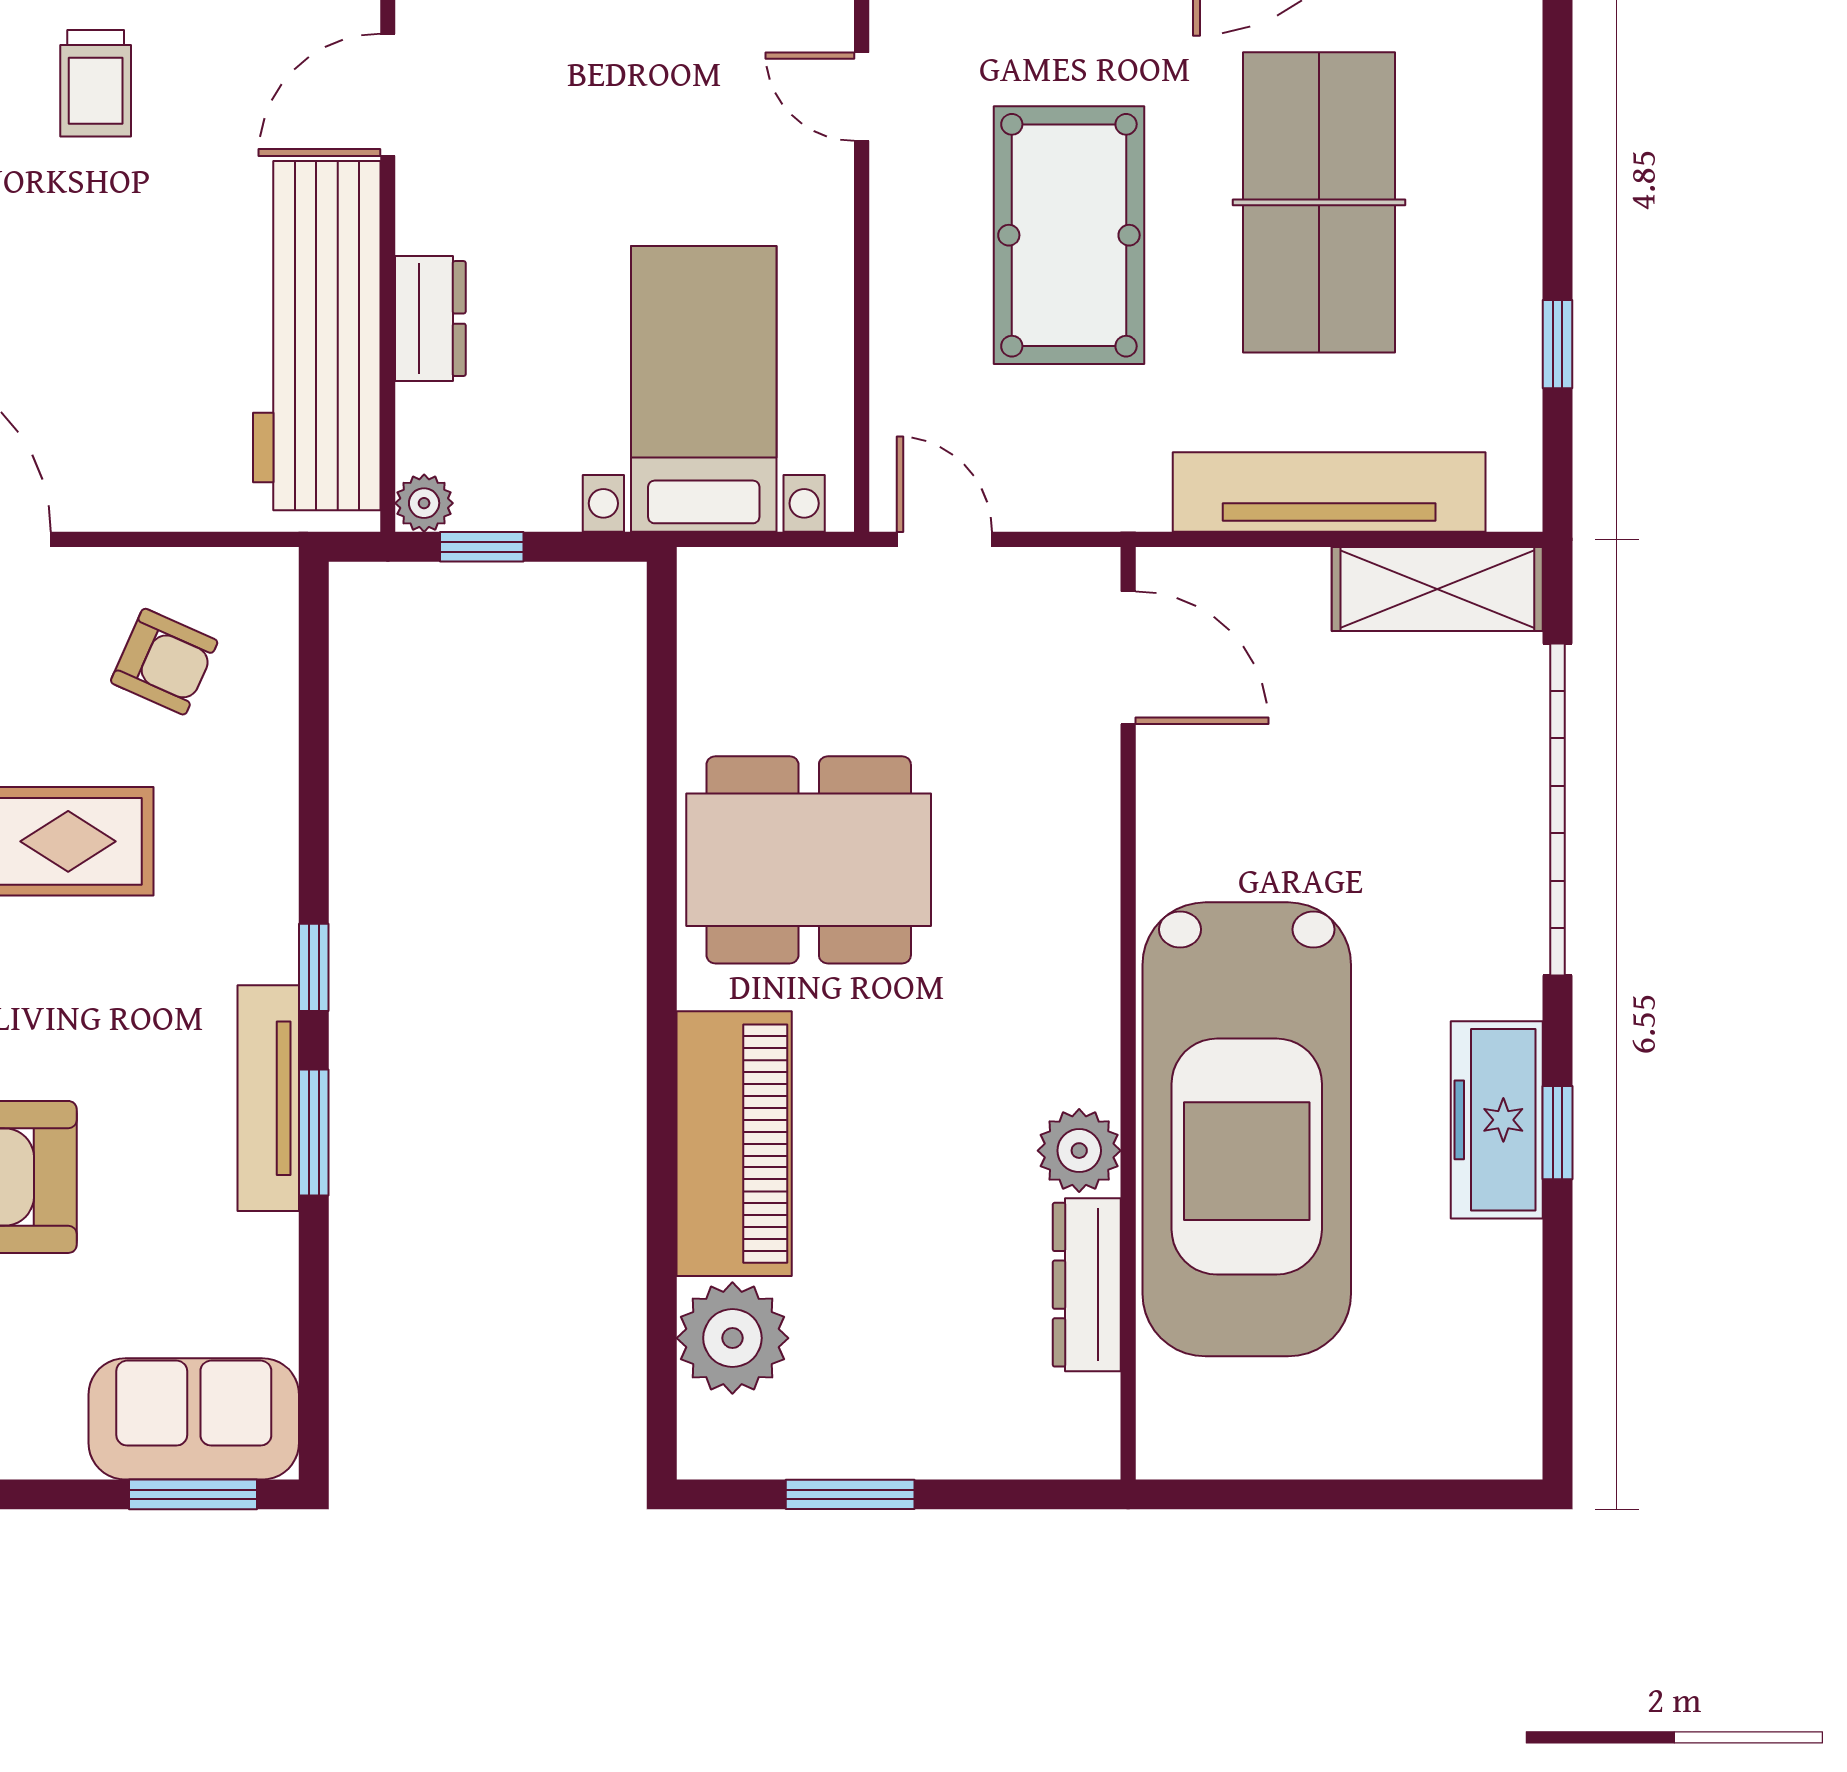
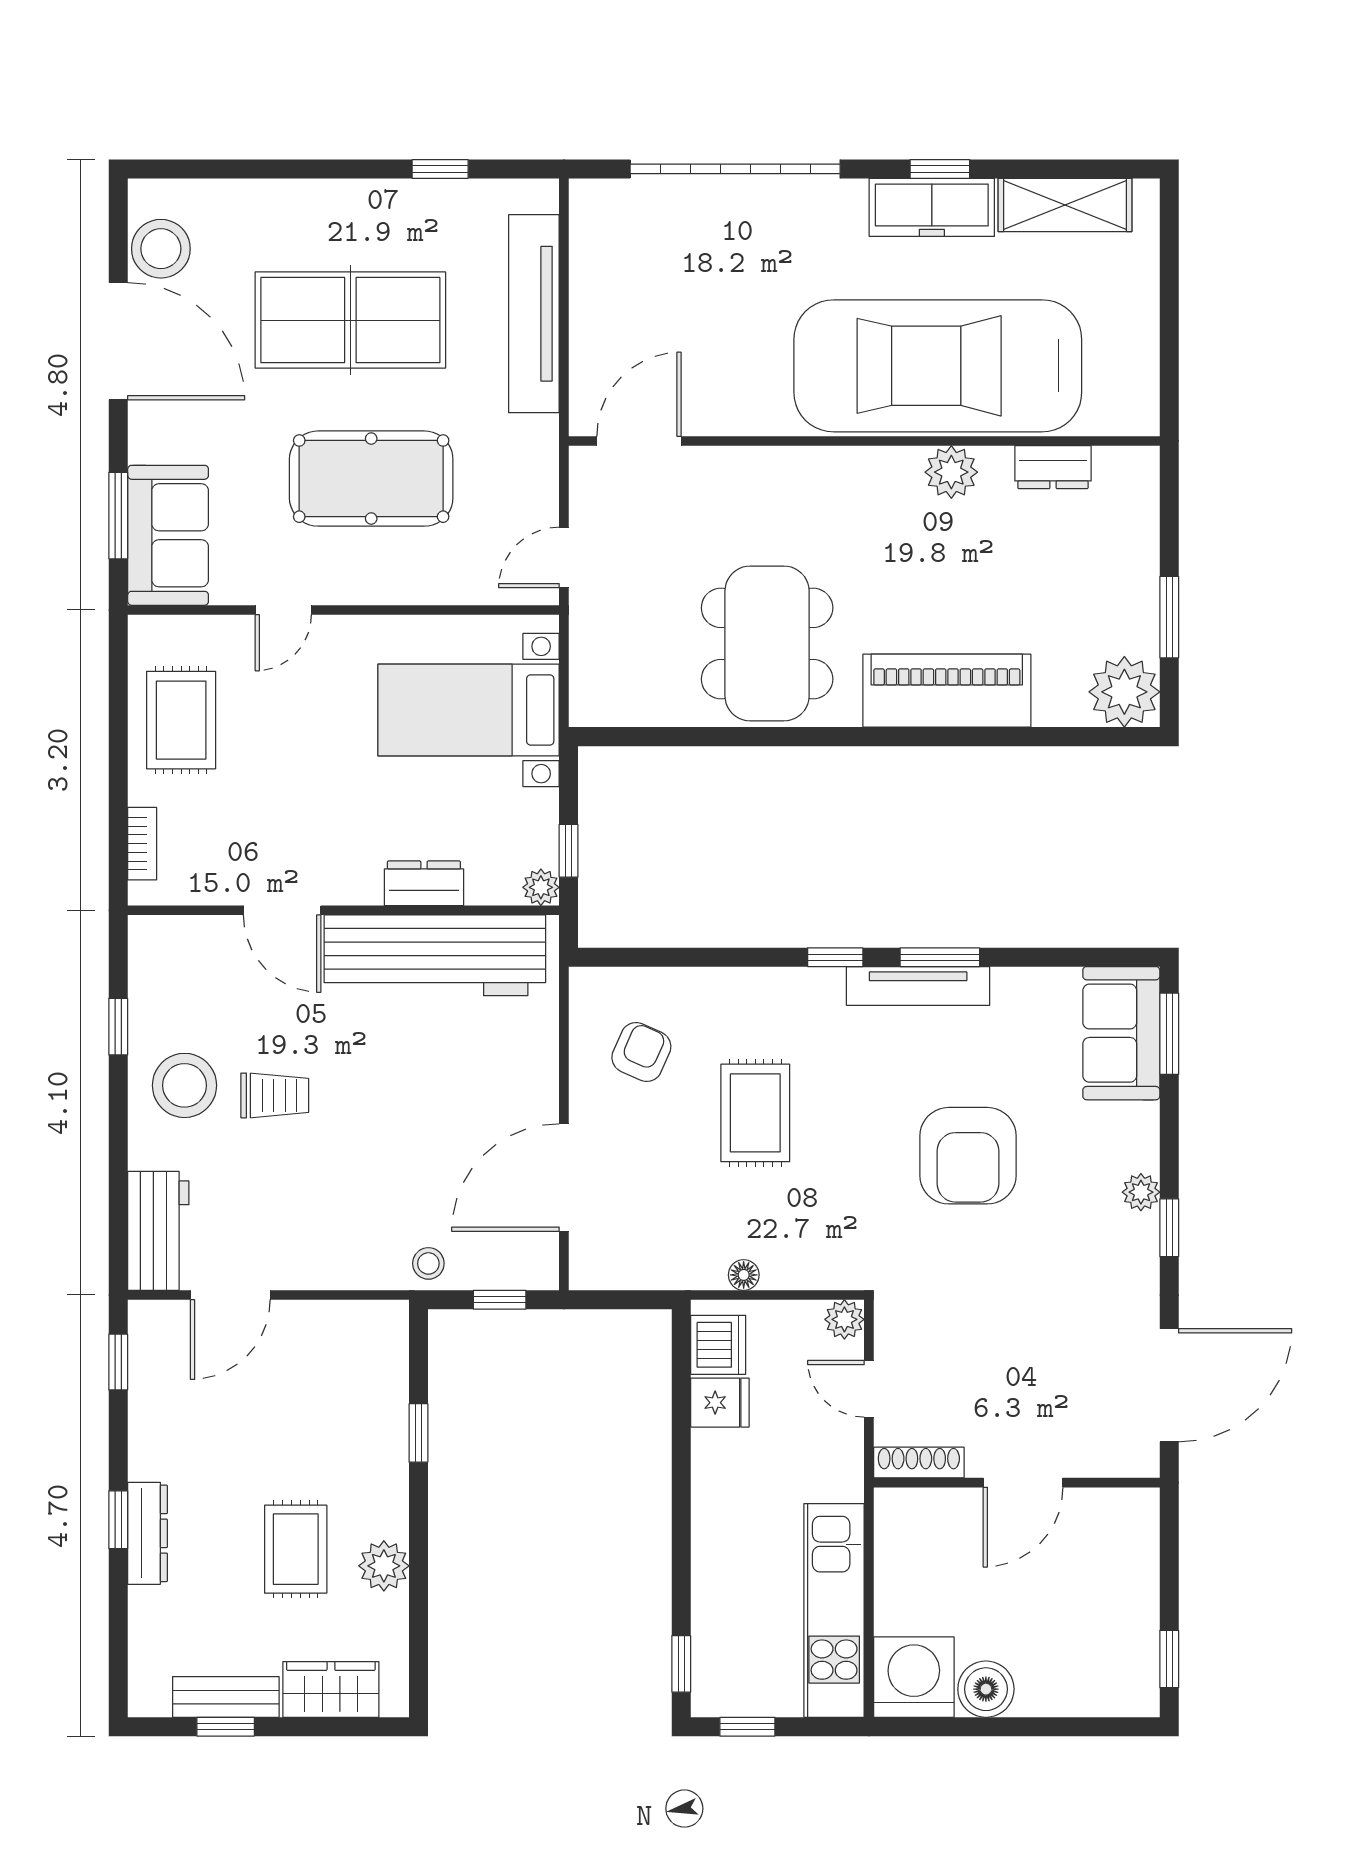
shelving: (1437, 589) -> (1065, 205), moved, turned 90
car: (1247, 1129) -> (938, 366), turned 180
dresser: (1087, 1285) -> (1053, 467), width x0.70
plant: (732, 1338) -> (1124, 692), moved

